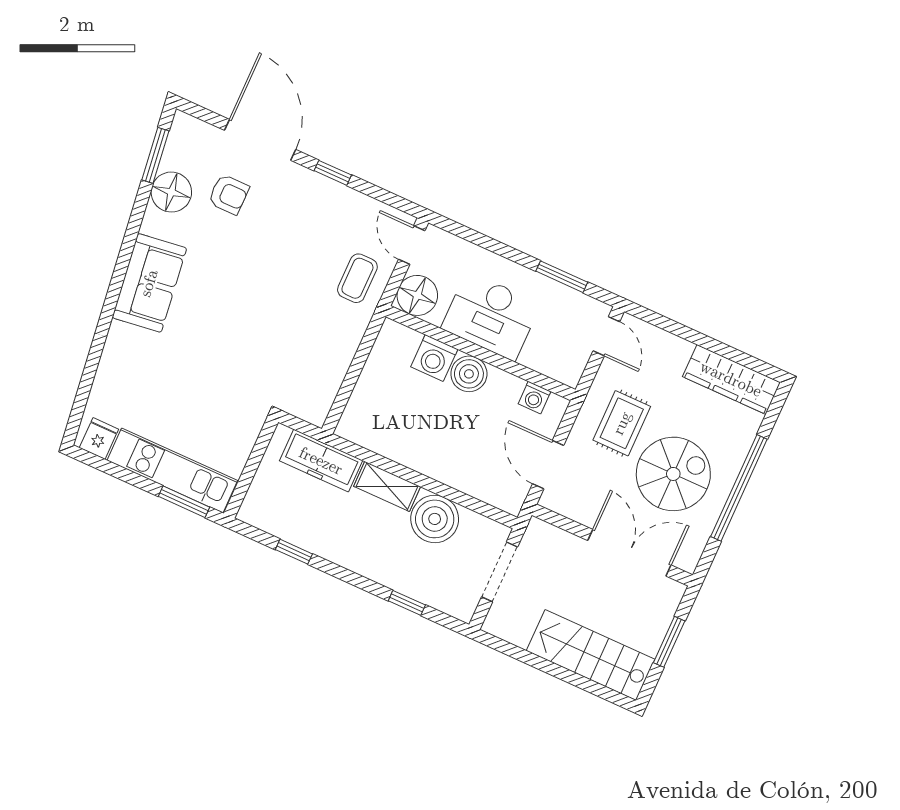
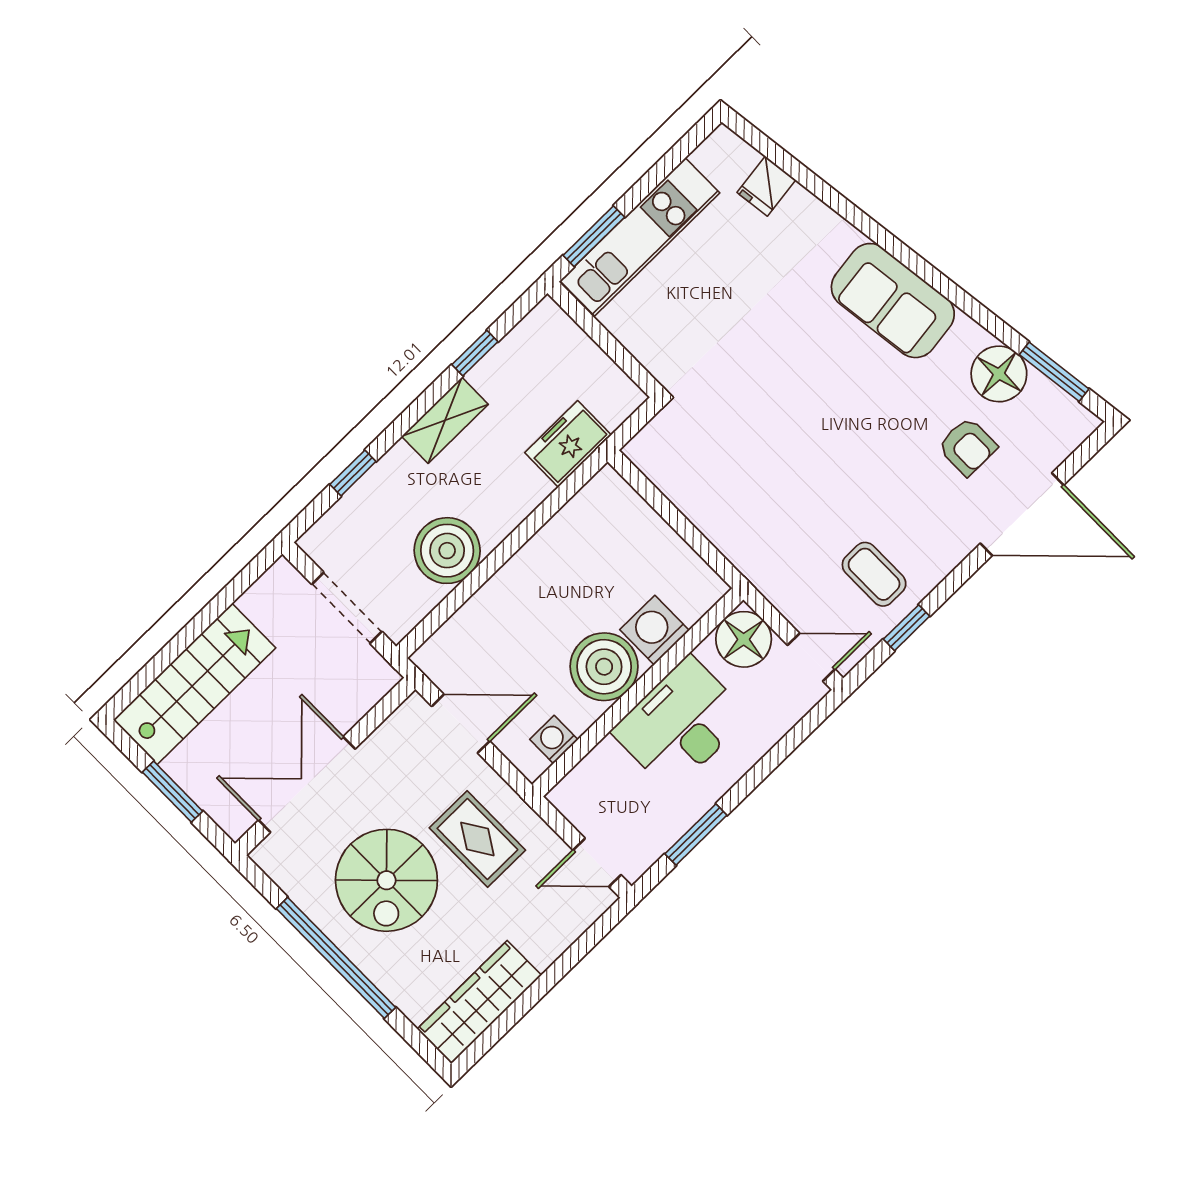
window: (333, 173) -> (907, 628), moved
armchair: (229, 194) -> (967, 447), turned -90
coffee table: (357, 278) -> (874, 574), moved
boiler: (469, 374) -> (604, 667), width x1.37, depth x1.37
fridge: (99, 439) -> (766, 186), moved, turned 83
freezer: (321, 461) -> (568, 444), width x0.71
shelving: (387, 486) -> (445, 420), moved
double door: (629, 553) -> (307, 784), swing flipped

